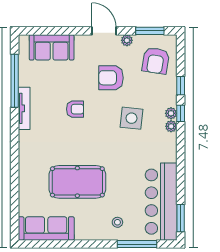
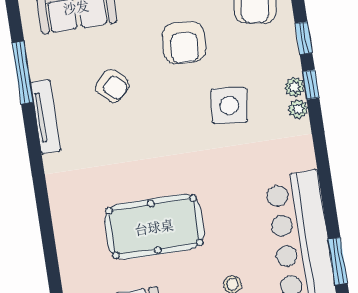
armchair: (111, 78) -> (184, 43), turned -87
window: (15, 81) -> (23, 73), width x0.68
armchair: (75, 109) -> (112, 86), moved, turned 44

